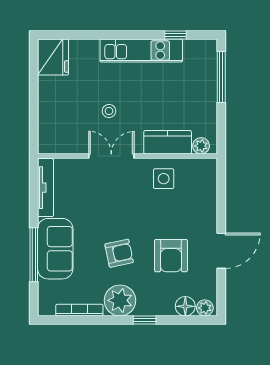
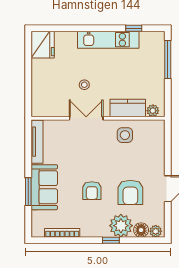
armchair: (119, 253) -> (92, 191), turned 102
window: (34, 255) -> (28, 192), width x0.69
plant: (120, 300) -> (121, 226), moved

